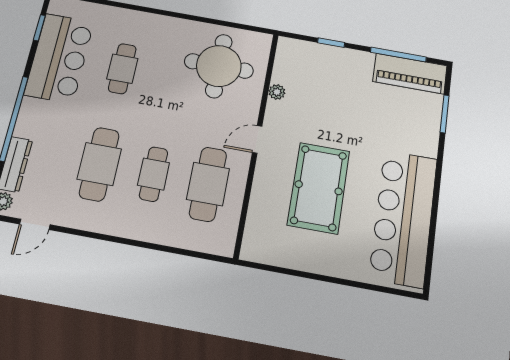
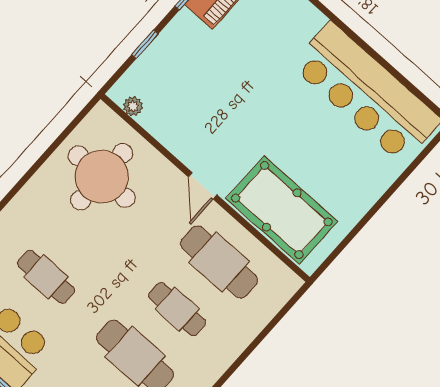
plant: (277, 92) -> (133, 106), moved
pool table: (319, 188) -> (282, 210), moved

